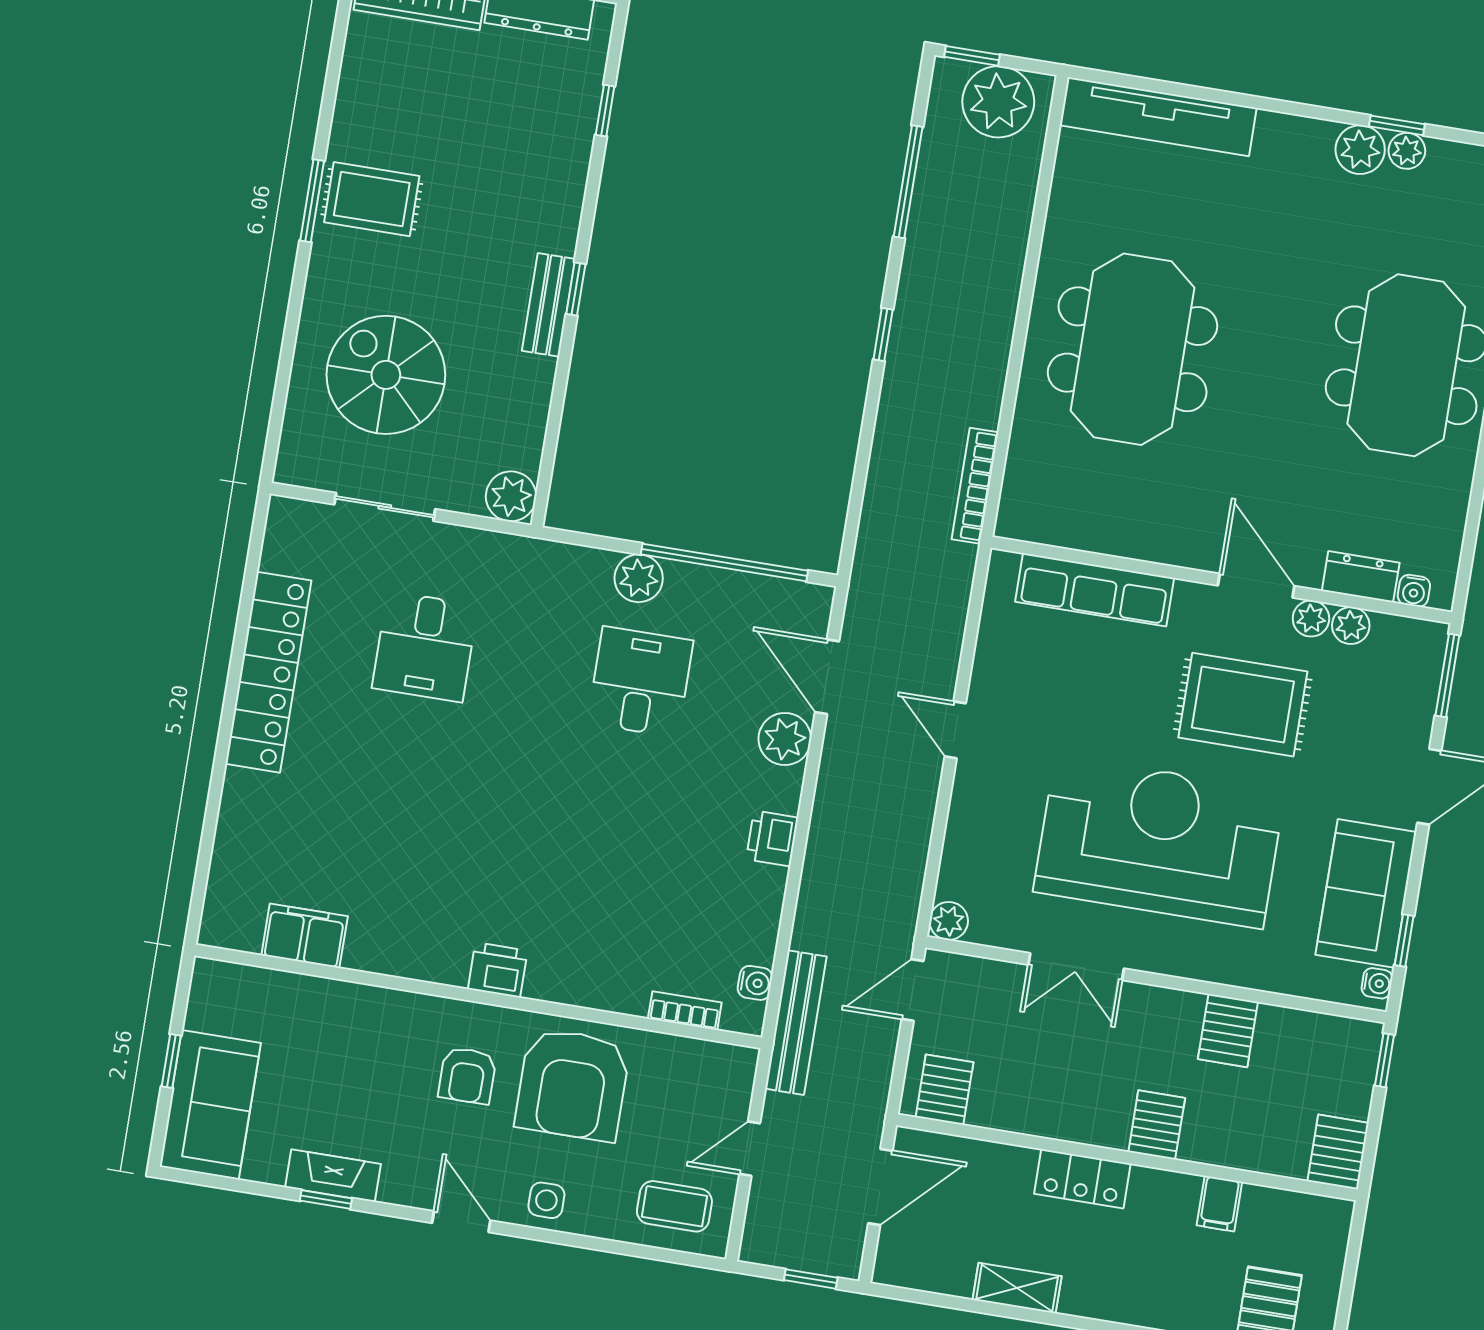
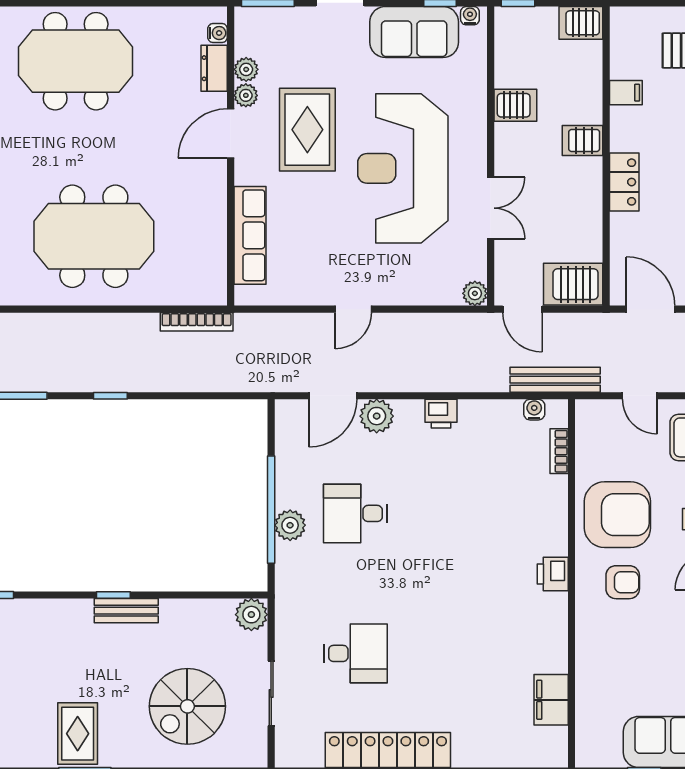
window: (724, 562) -> (271, 510), moved
server rack: (945, 1090) -> (573, 284), width x1.36, depth x1.44

